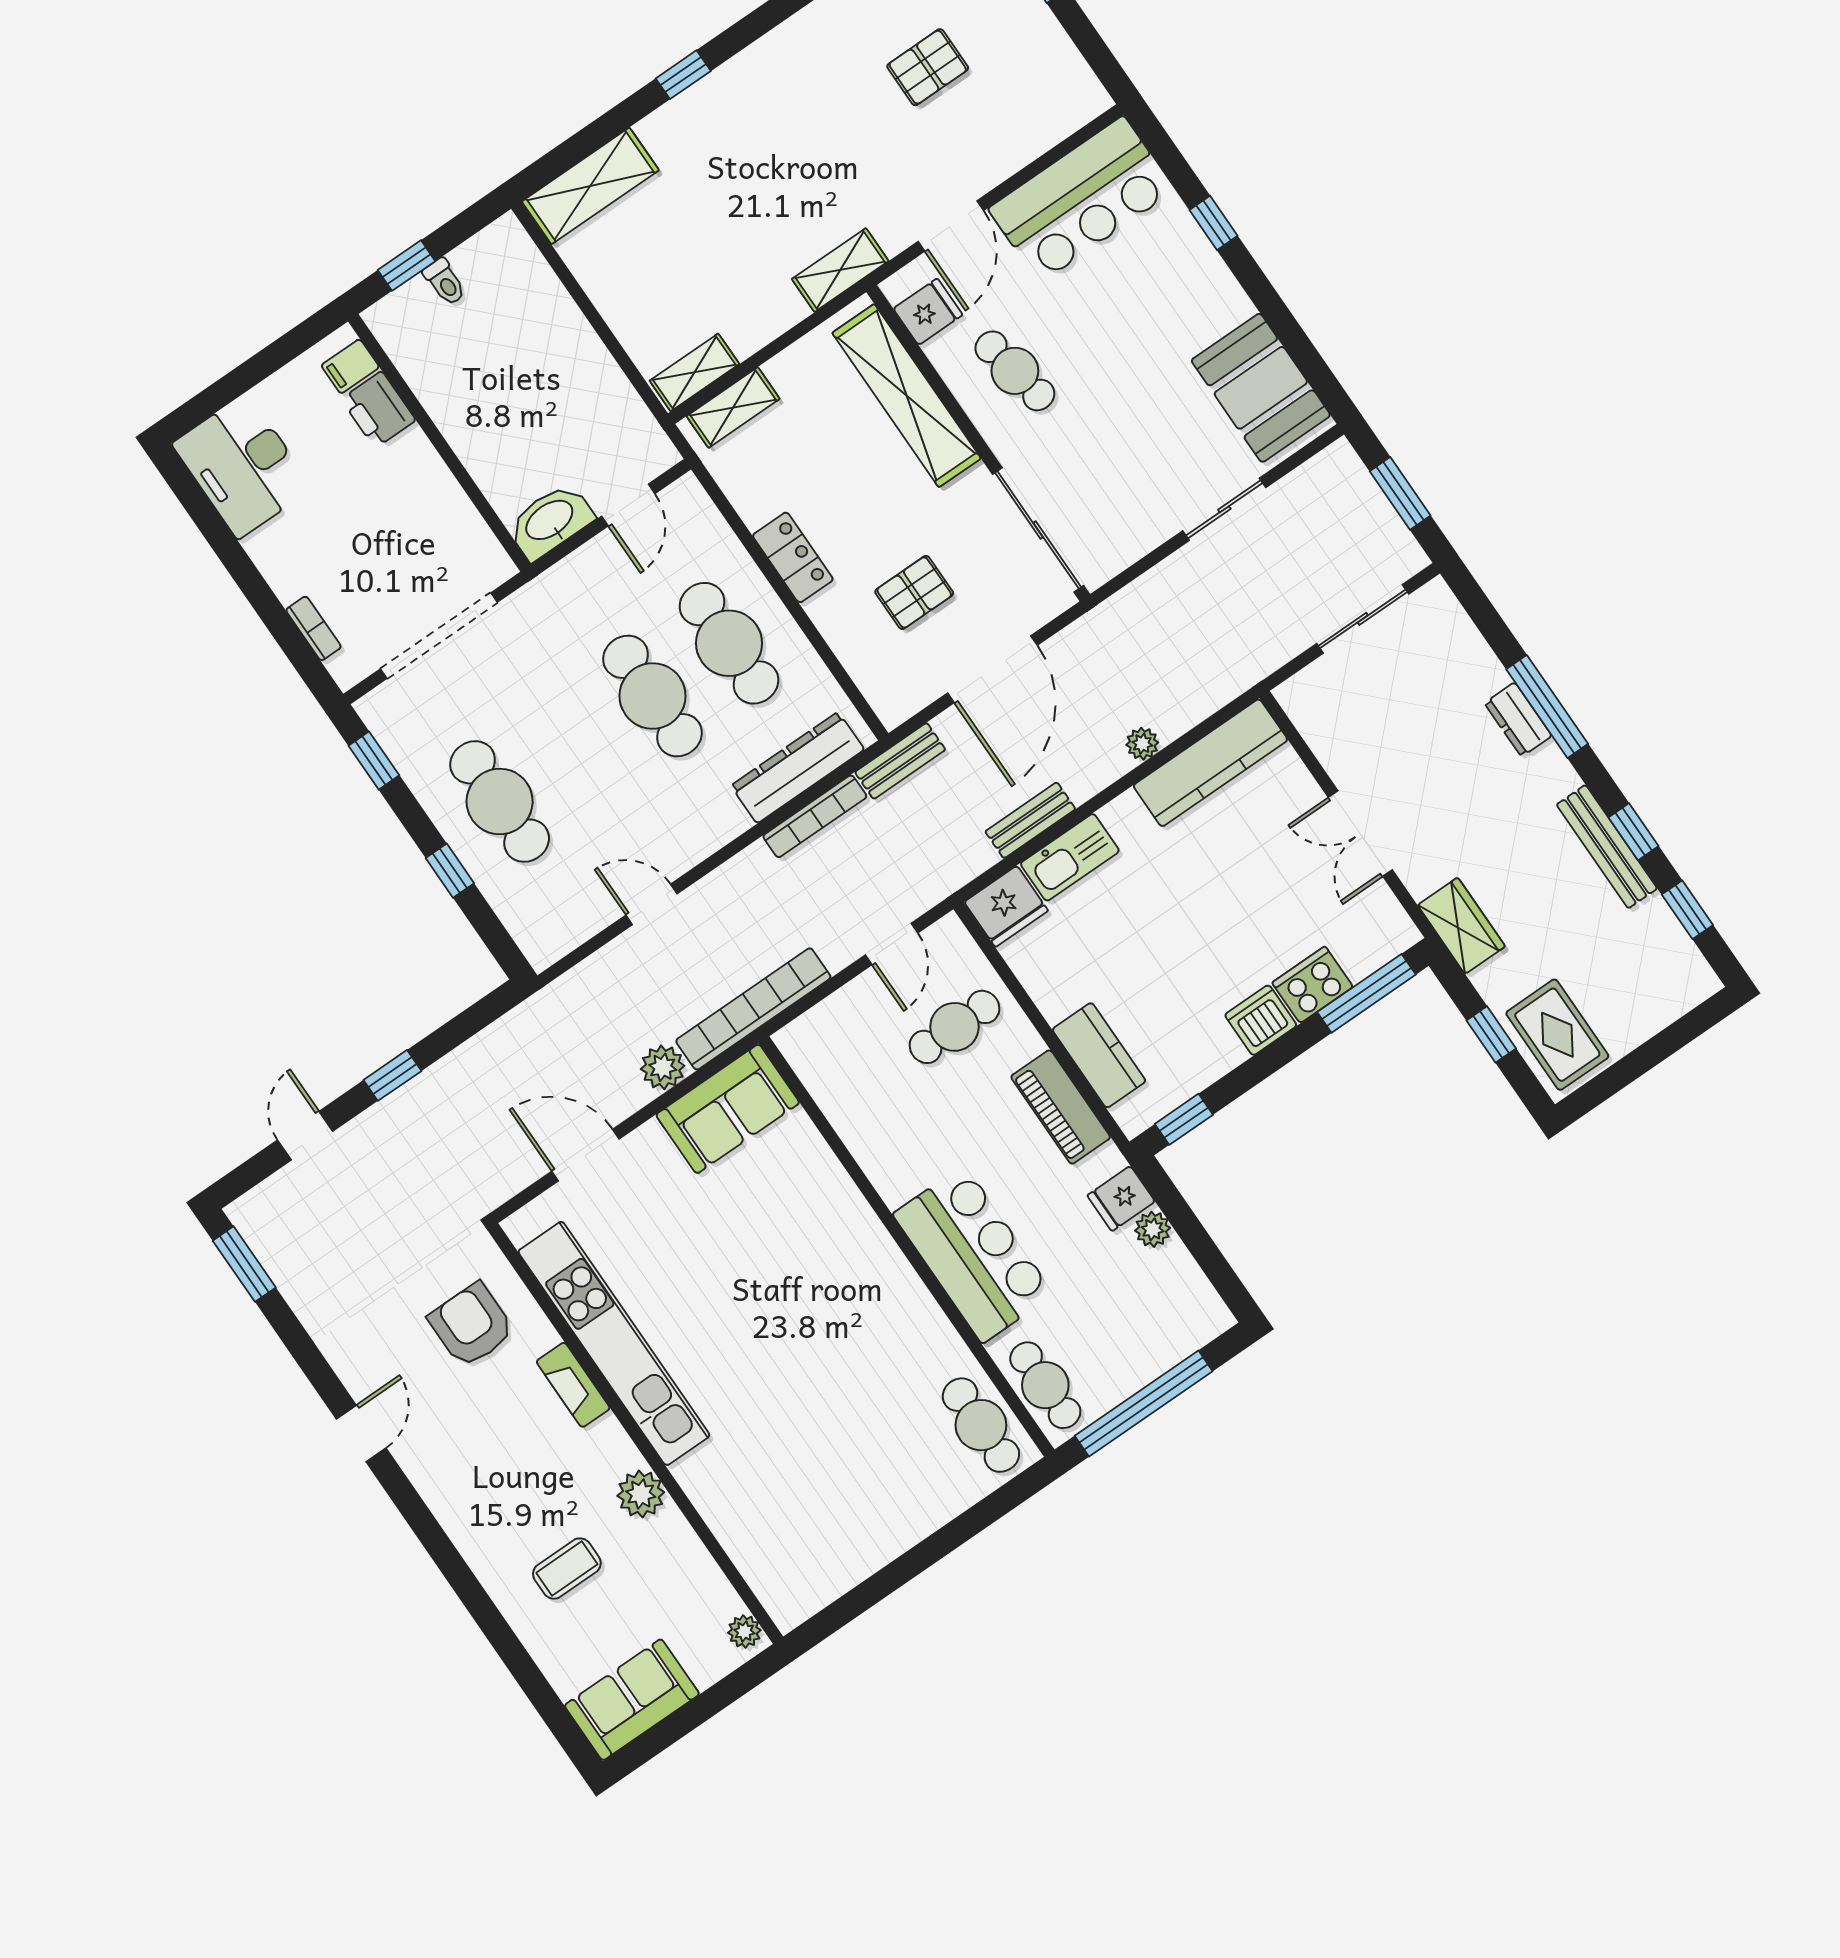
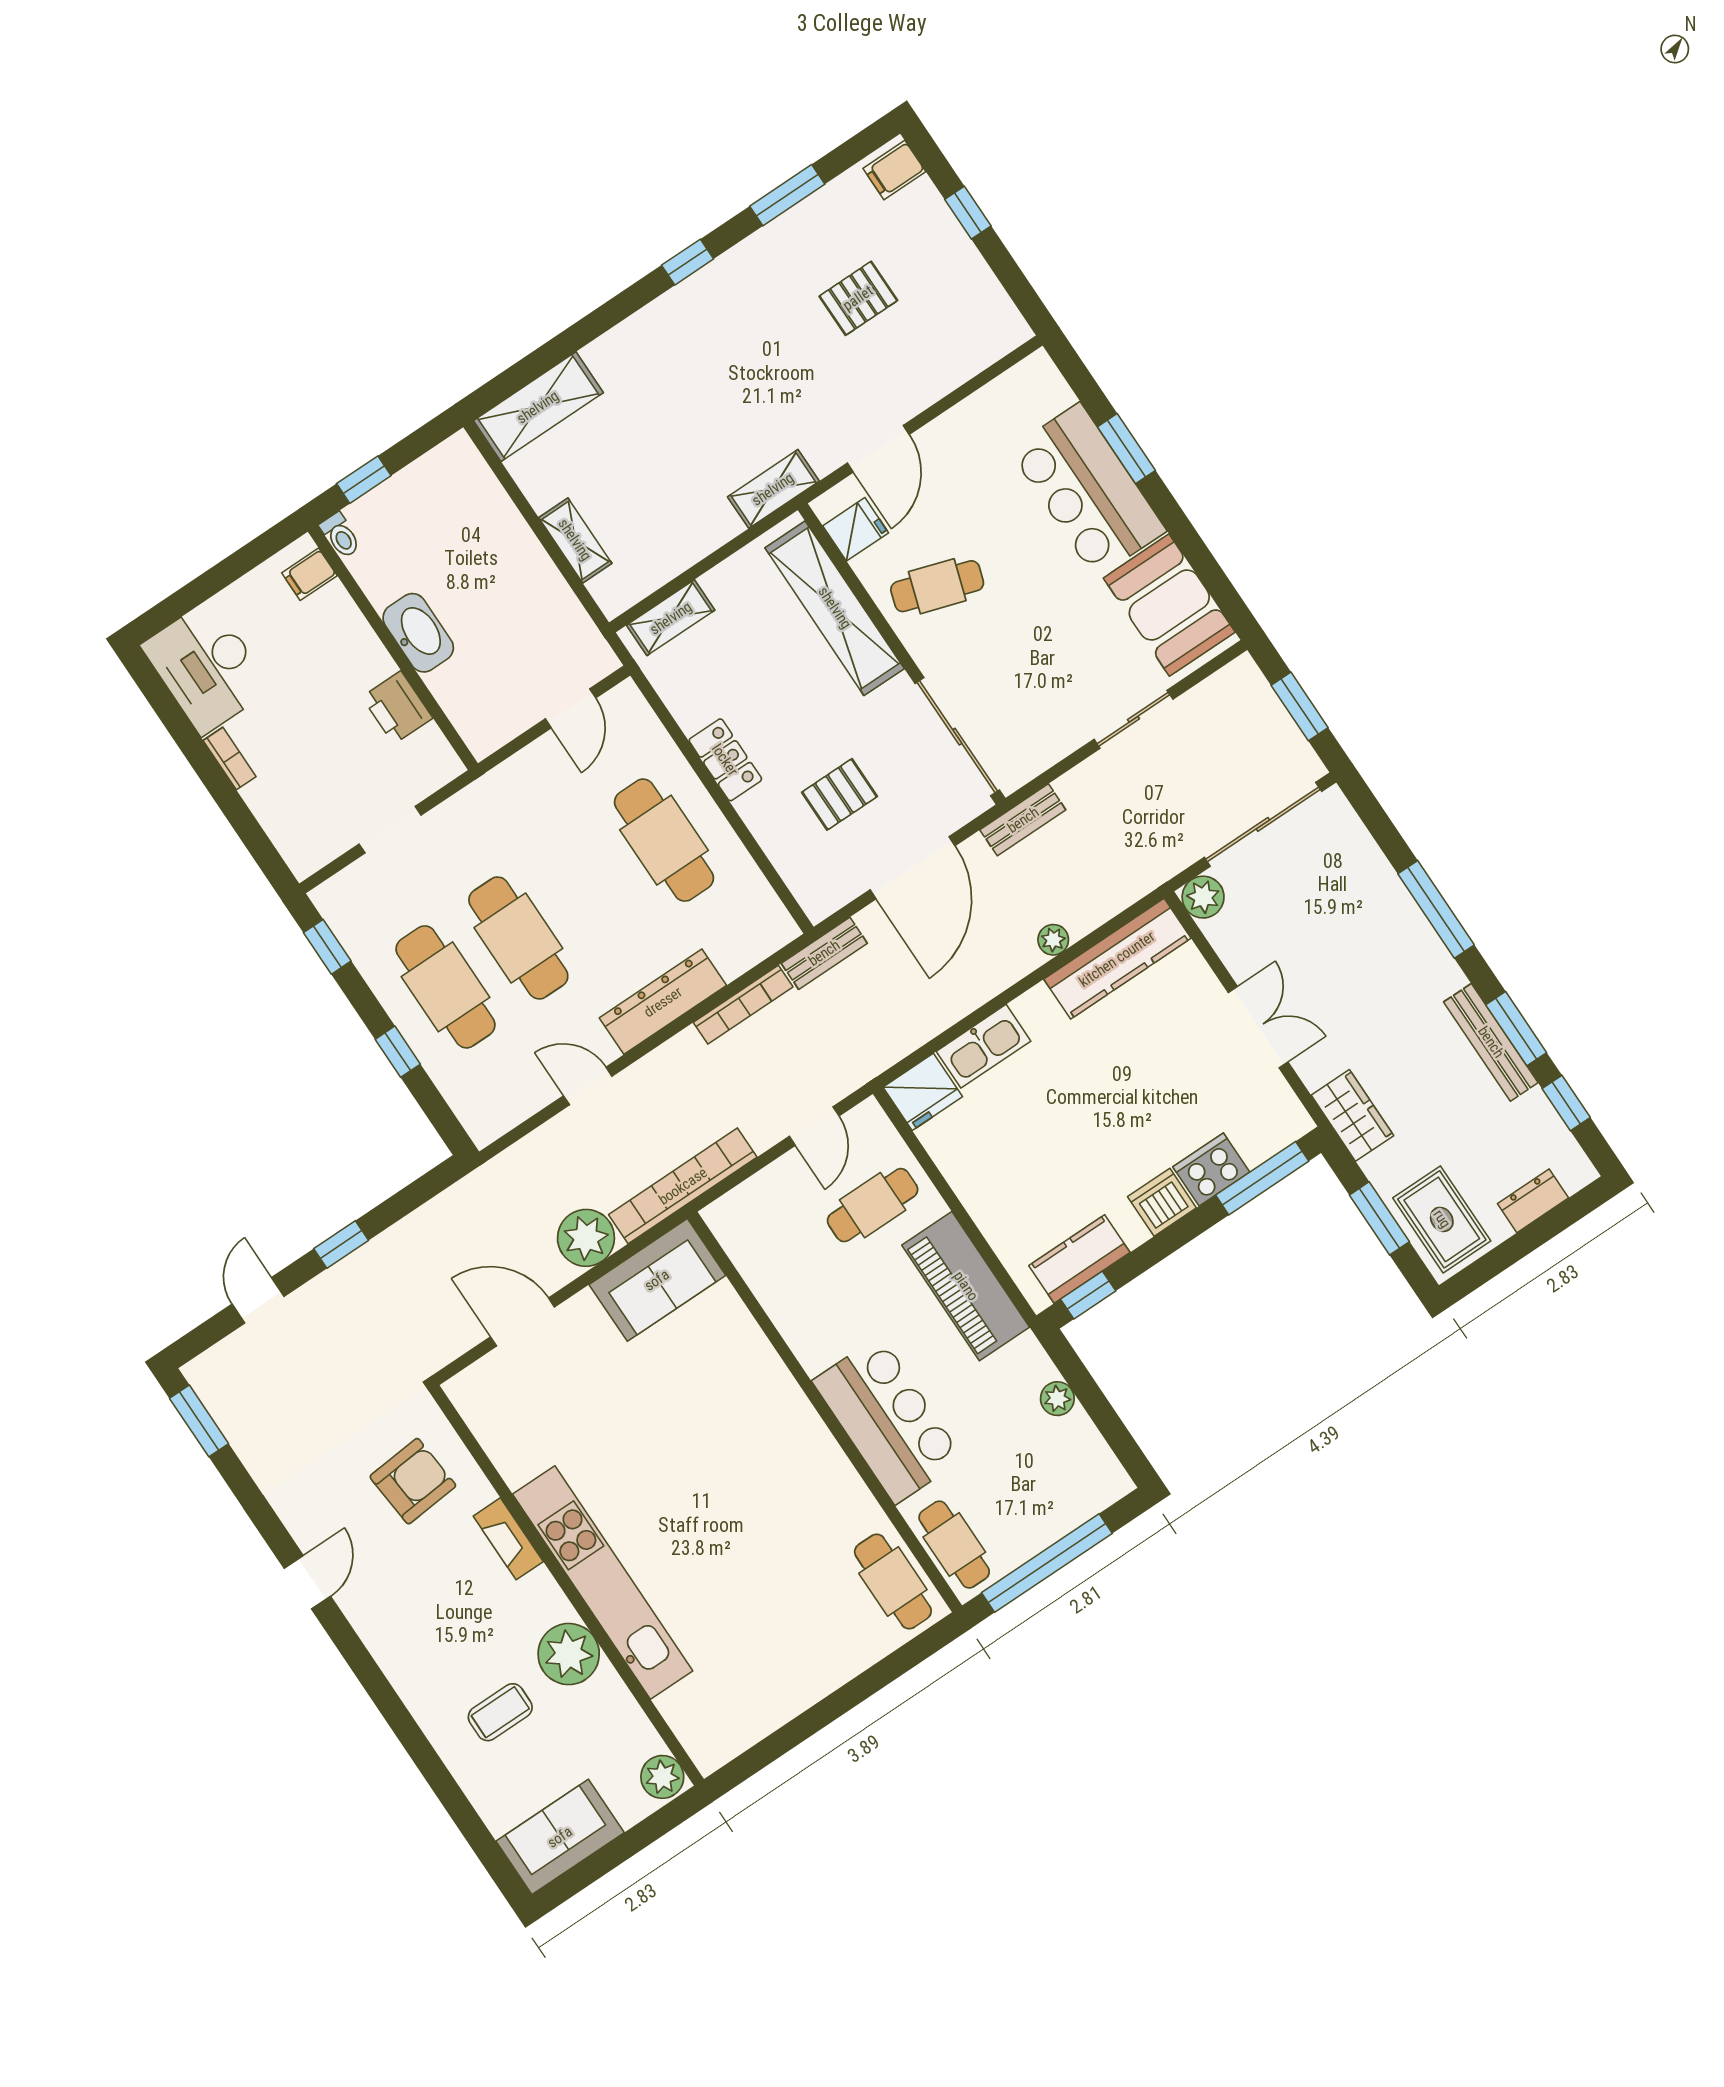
window: (683, 75) -> (688, 262), moved
bar counter: (1081, 199) -> (1088, 490), moved, turned 90
window: (1213, 223) -> (1126, 449), width x1.50
toilet: (445, 282) -> (340, 535), moved
cafe table: (1015, 371) -> (937, 586), turned -62
shelving: (694, 372) -> (575, 540), moved, turned 90
printer: (378, 410) -> (397, 708), moved
washbasin: (550, 521) -> (418, 633), moved, turned 90
sliding door: (1363, 619) -> (1263, 824), width x1.37
bookcase: (314, 628) -> (230, 759), moved
doorway: (439, 636) -> (390, 830), width x0.53
cafe table: (653, 696) -> (518, 938), moved
plant: (1300, 696) -> (1203, 897), added
dresser: (1518, 719) -> (1533, 1201), moved, turned 90
dresser: (798, 768) -> (663, 1002), moved
bench: (1030, 820) -> (1023, 820), moved
window: (1634, 832) -> (1516, 1029), width x1.50
double door: (1360, 834) -> (1258, 1027), swing flipped
window: (1491, 1034) -> (1379, 1218), width x1.50
kitchen counter: (1099, 1055) -> (1079, 1259), moved, turned -90
plant: (663, 1067) -> (586, 1238), width x1.36, depth x1.36
piano: (1061, 1107) -> (966, 1286), width x1.37, depth x1.33
fridge: (1121, 1199) -> (1028, 1369), removed
armchair: (471, 1325) -> (413, 1481), turned 85
kitchen unit: (614, 1343) -> (603, 1583), moved
plant: (641, 1494) -> (569, 1654), width x1.36, depth x1.36
plant: (744, 1631) -> (662, 1777), width x1.38, depth x1.38

